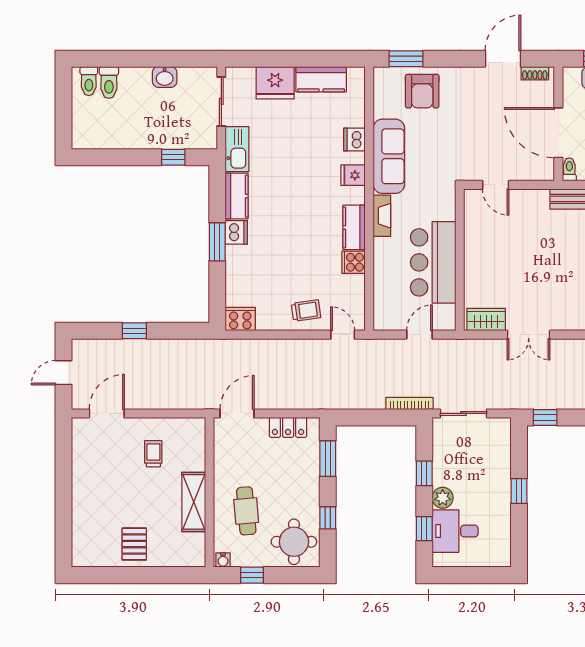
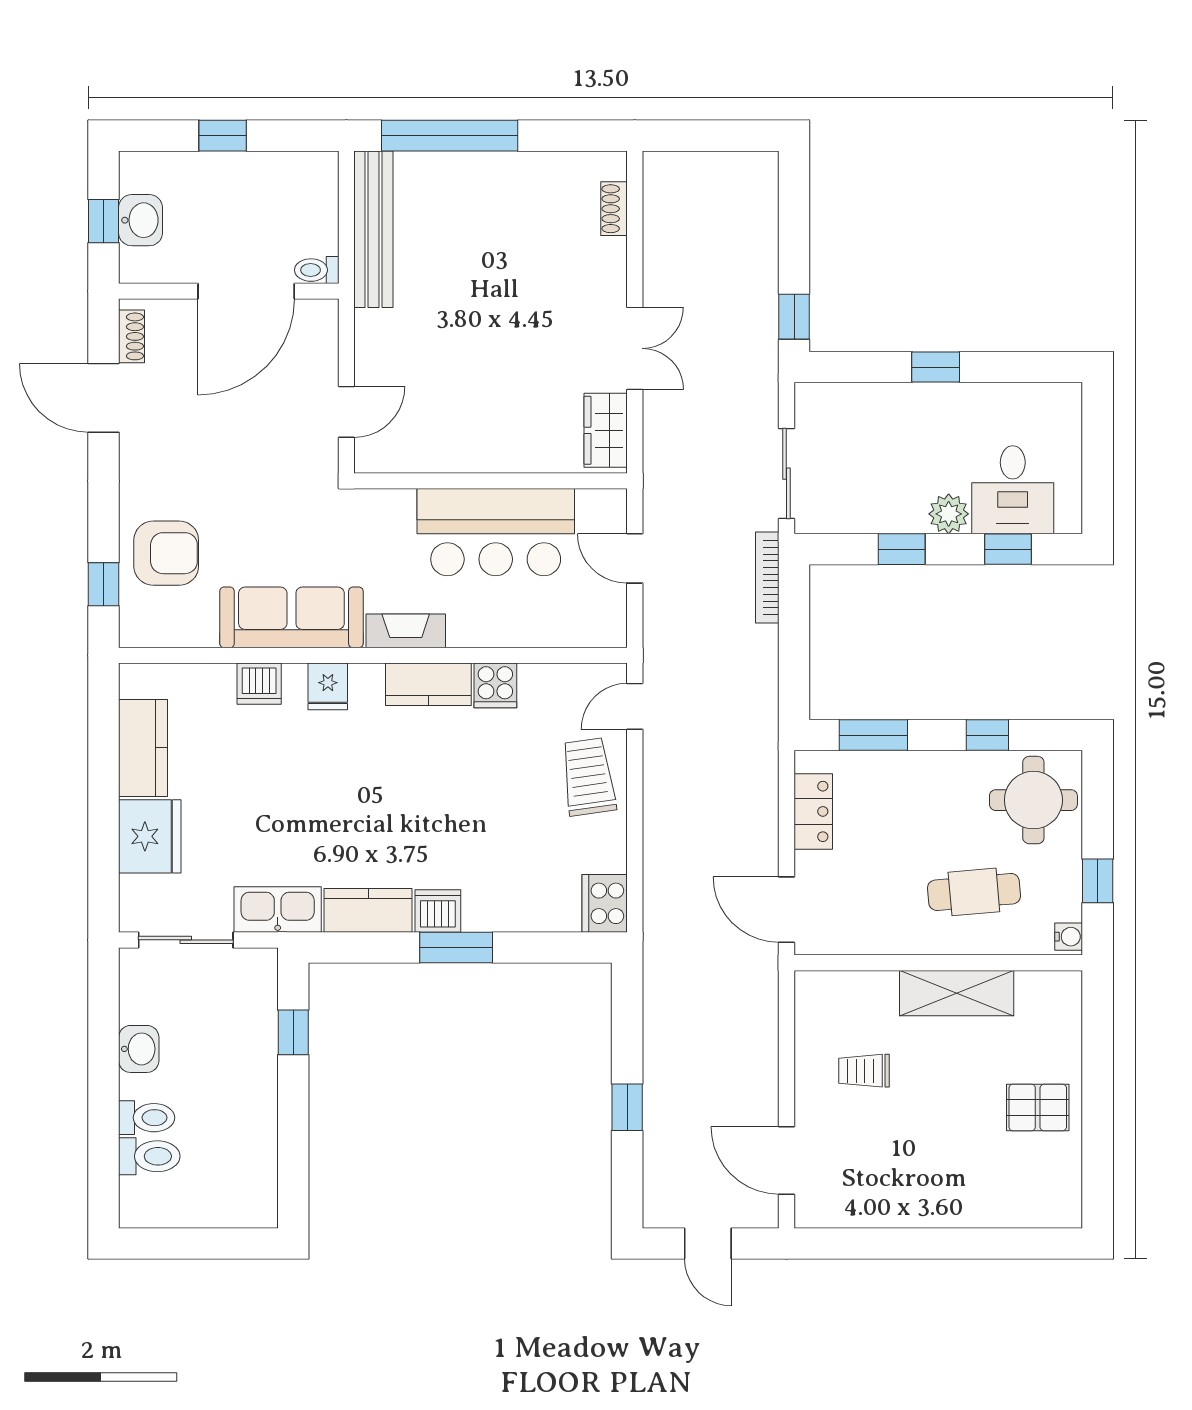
window: (406, 59) -> (104, 584), width x0.67
toilet: (89, 81) -> (147, 1118), moved
trolley: (306, 311) -> (588, 777), width x1.36, depth x1.39

